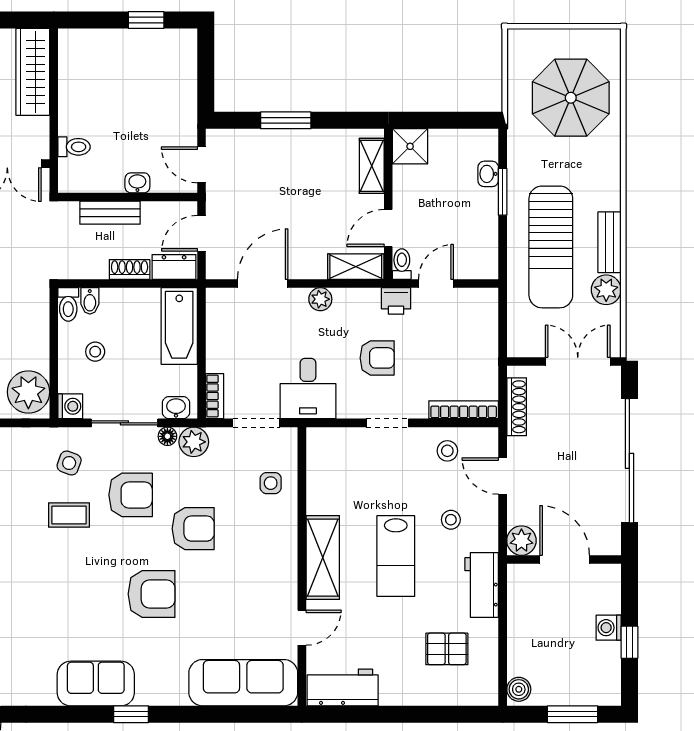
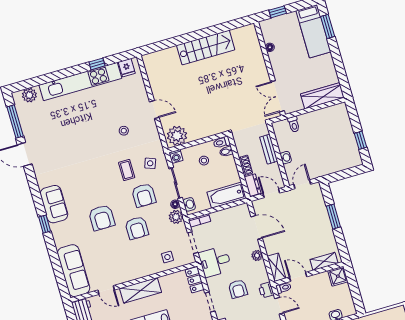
locker: (333, 441) -> (195, 280), added

